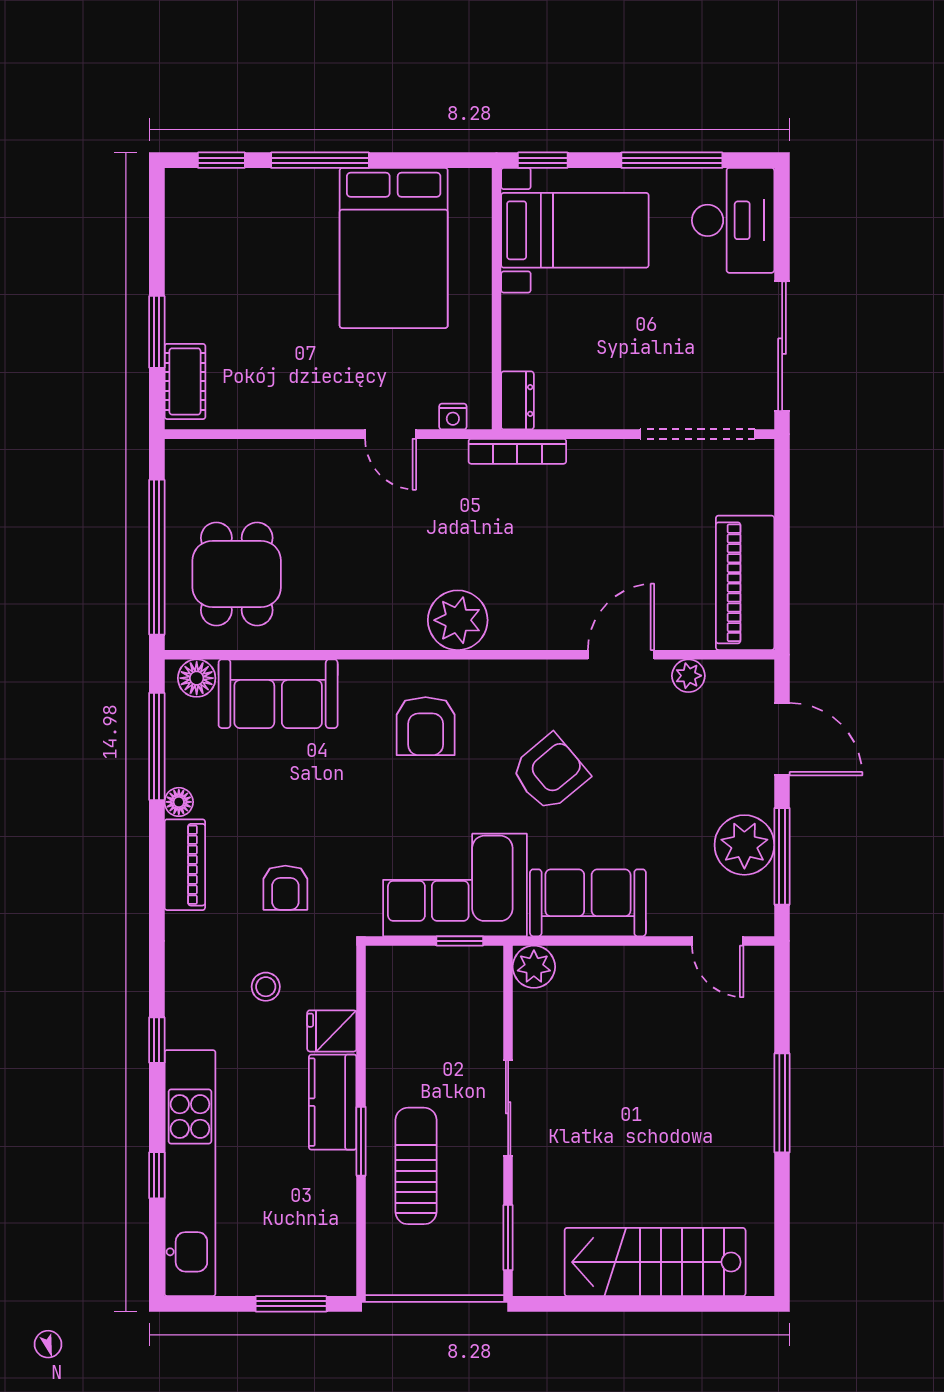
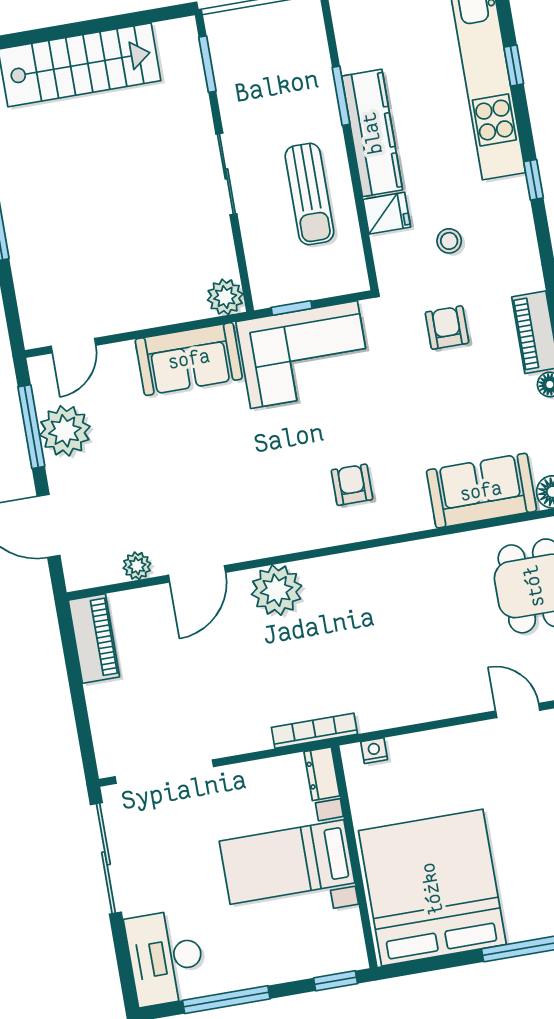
bed with nightstands: (575, 230) -> (287, 862), moved
bed: (394, 248) -> (432, 888), width x1.36
door: (391, 434) -> (518, 711), moved
piano: (745, 583) -> (94, 639), width x0.73, depth x0.75
plant: (458, 620) -> (277, 590), moved
armchair: (426, 726) -> (352, 485), width x0.72, depth x0.72
armchair: (550, 773) -> (240, 464), removed
door: (718, 941) -> (73, 346), swing flipped
kitchen counter: (333, 1102) -> (372, 133), width x1.50
window: (361, 1141) -> (341, 96), moved
sun lounger: (416, 1166) -> (309, 194), moved

